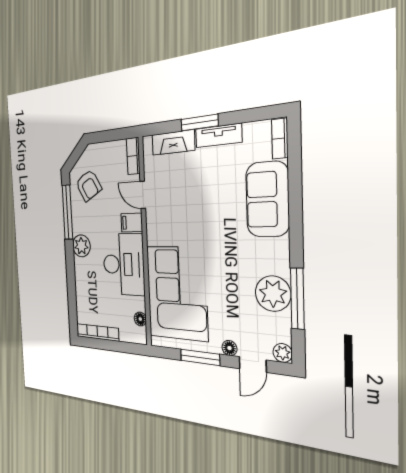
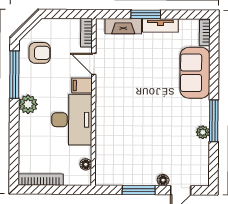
armchair: (89, 186) -> (40, 53), turned -60
corner sofa: (177, 293) -> (121, 141), removed
plant: (273, 294) -> (203, 132), width x0.53, depth x0.53
window: (297, 299) -> (214, 121), moved
plant: (283, 353) -> (203, 179), removed

